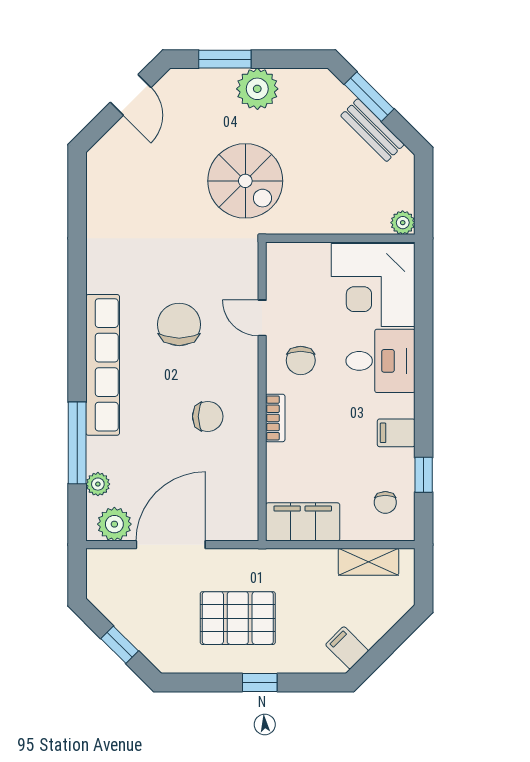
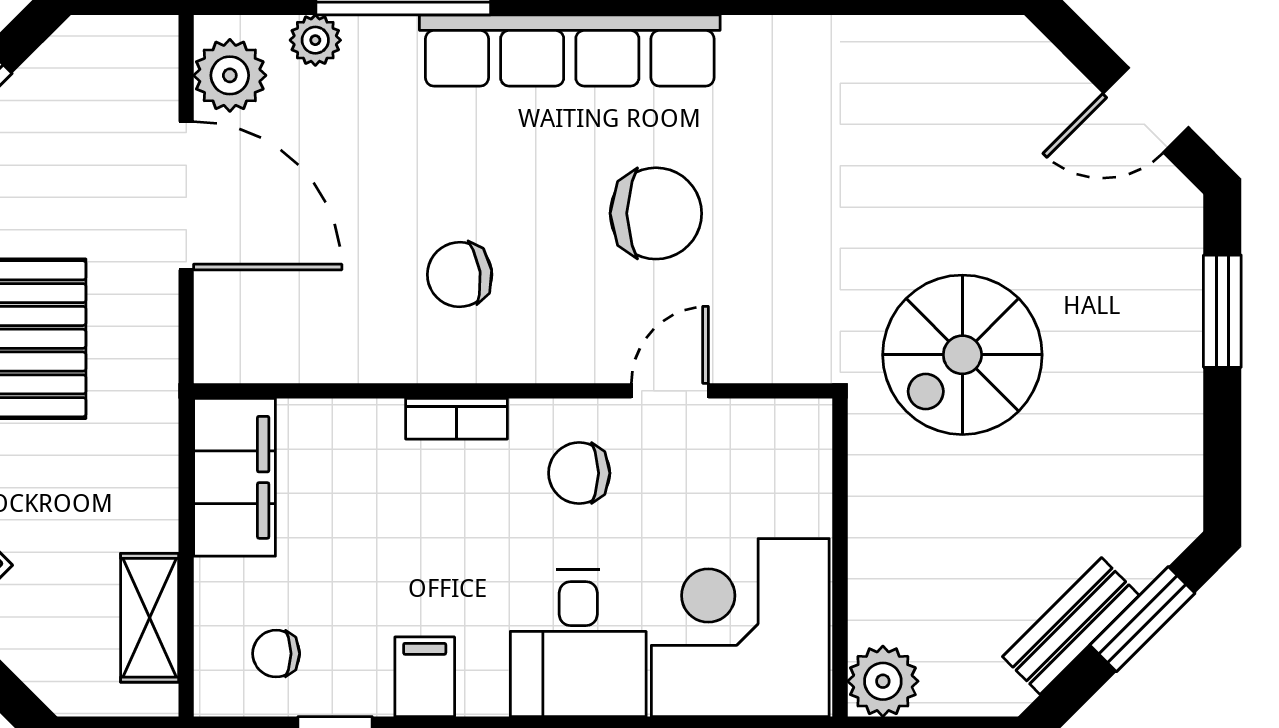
plant: (257, 89) -> (1159, 380), removed
plant: (403, 223) -> (883, 681), width x1.38, depth x1.38
chair: (208, 416) -> (460, 275), turned 82

